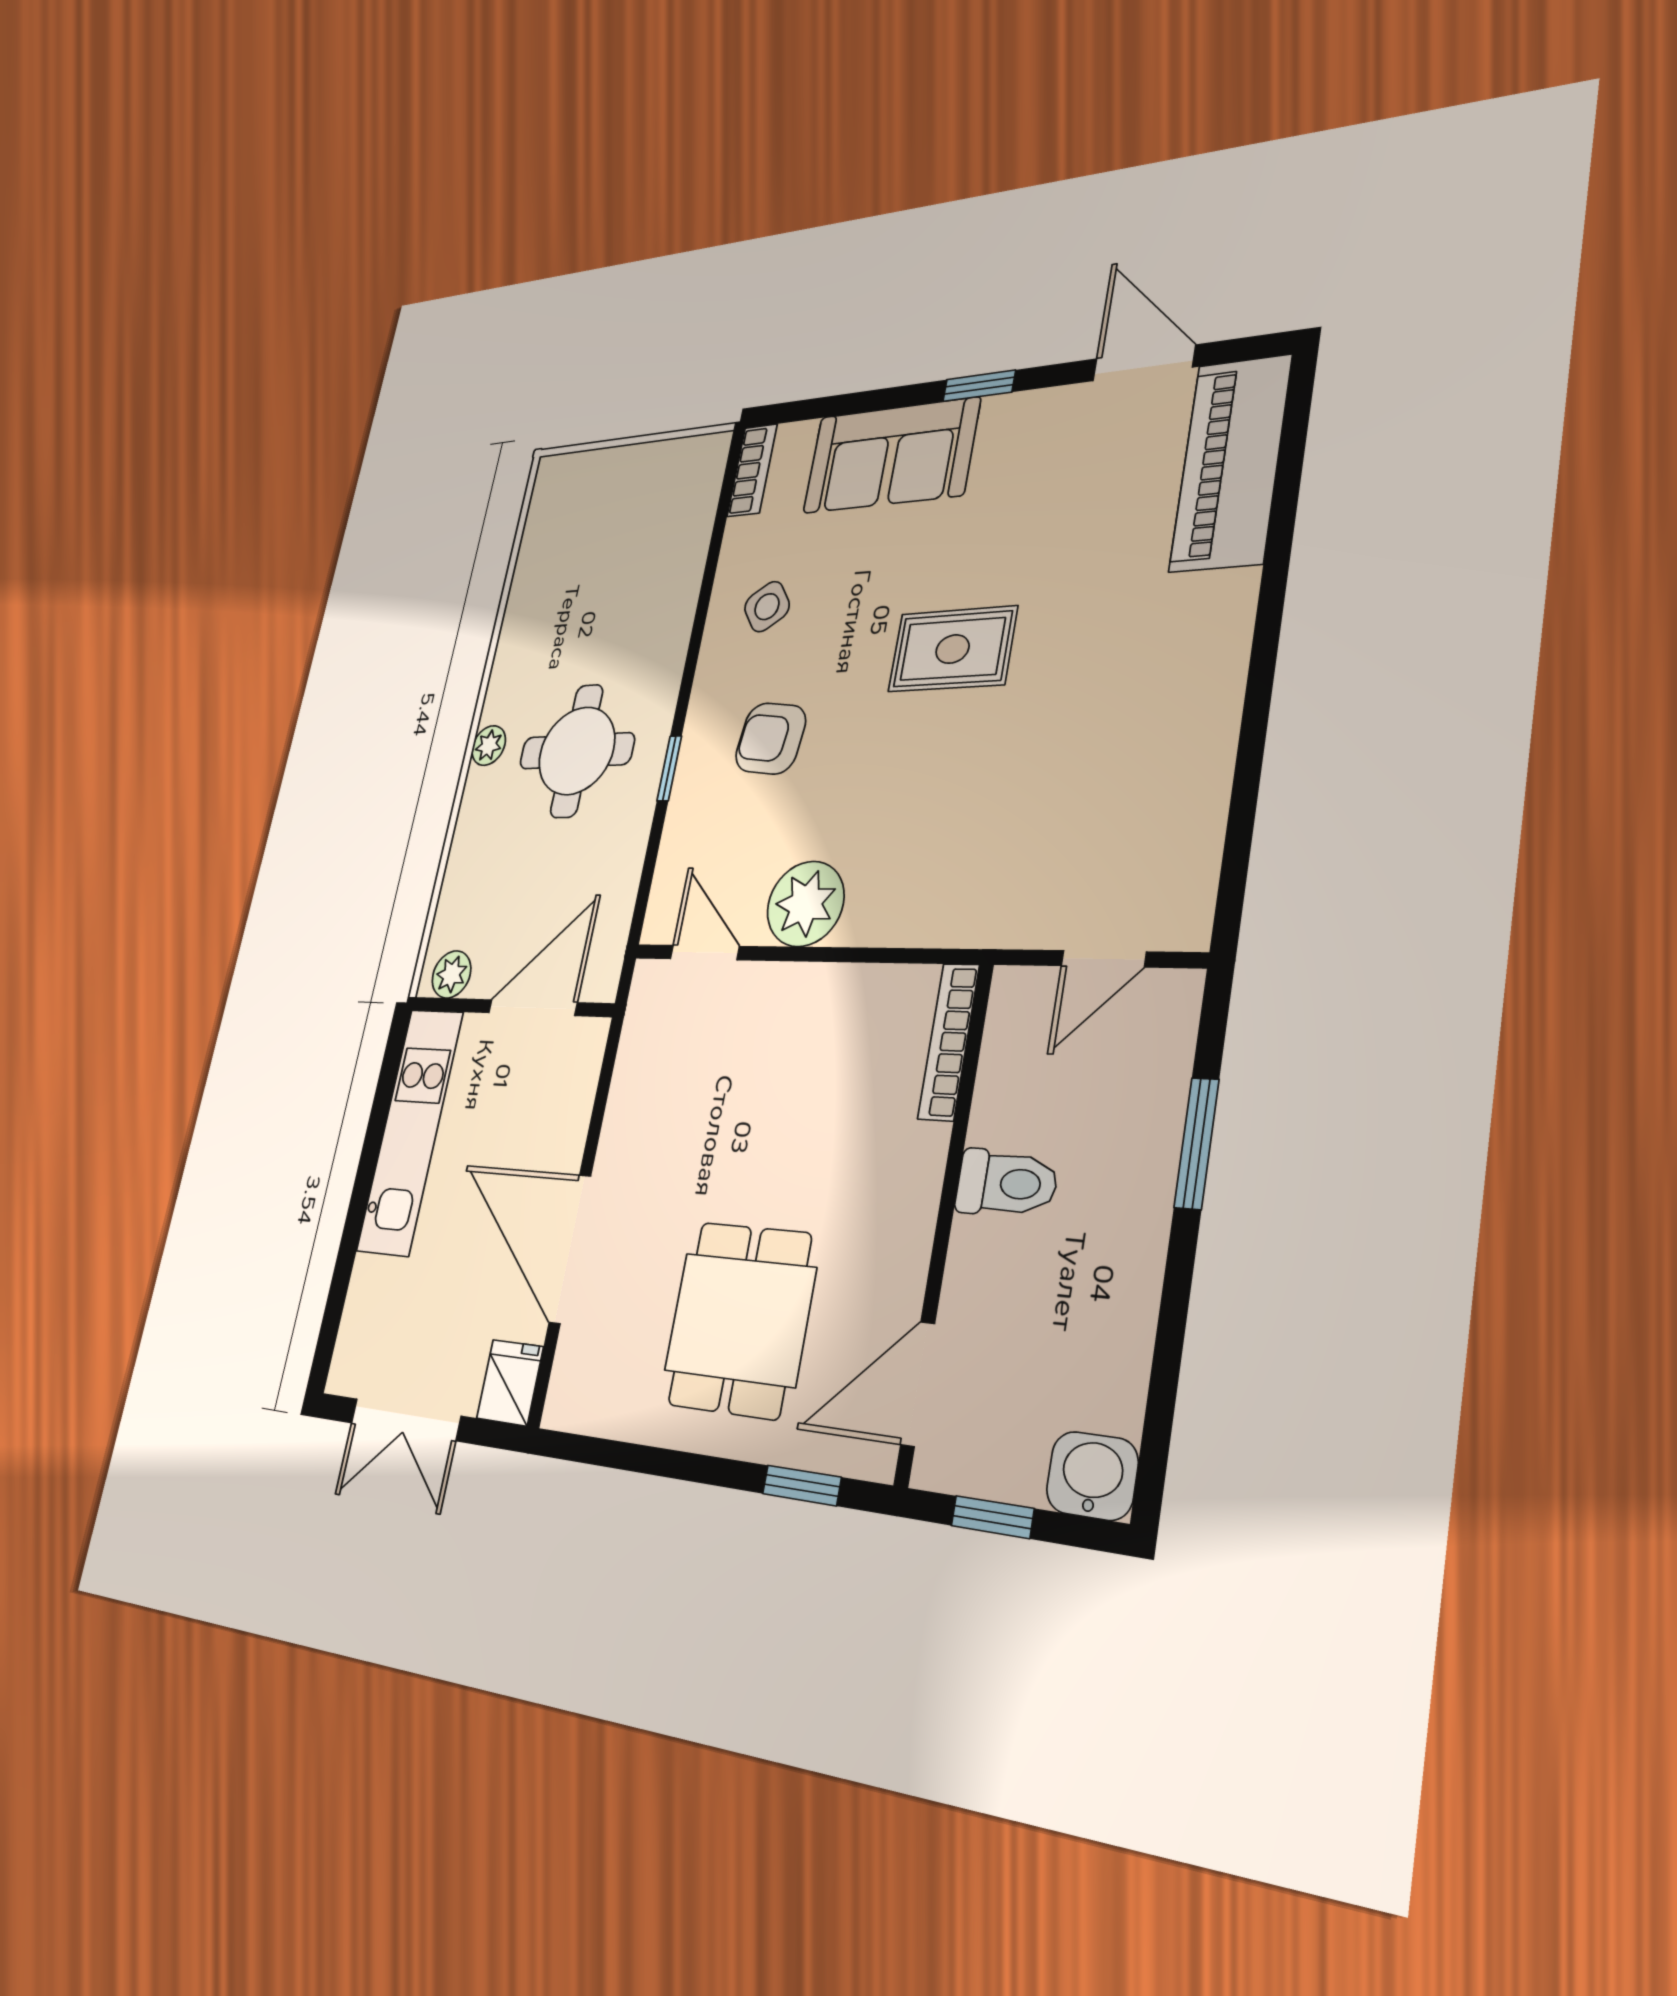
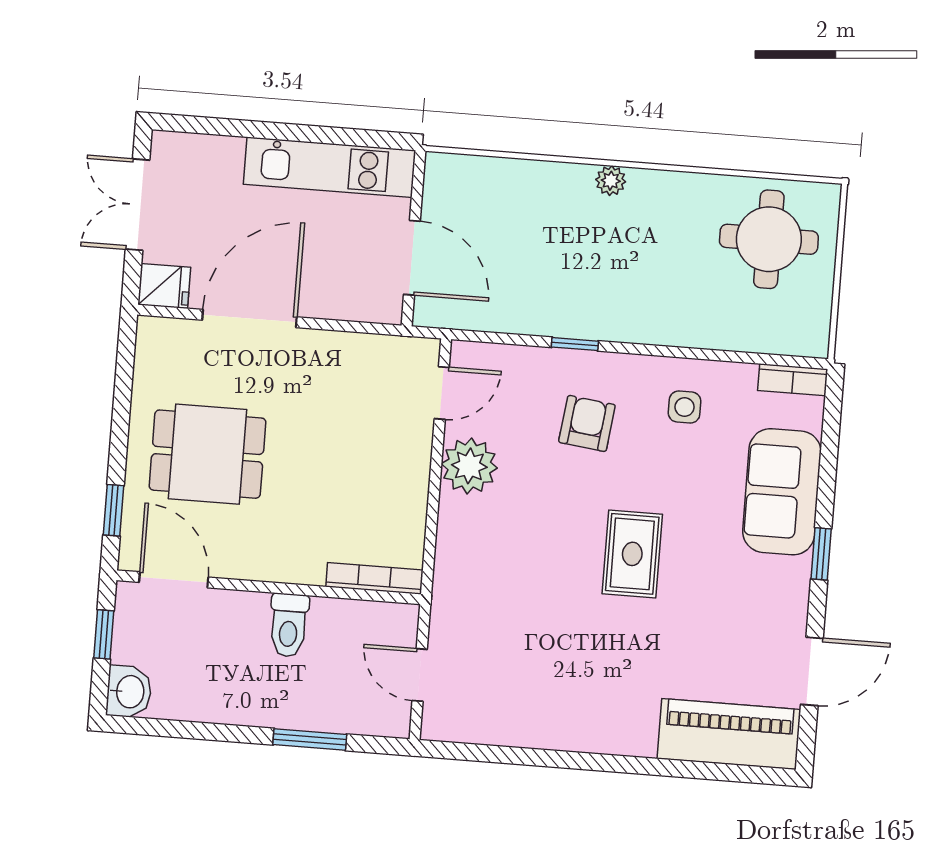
side table: (767, 607) -> (685, 407), turned 34
round table: (577, 751) -> (769, 239), moved
plant: (452, 974) -> (440, 181), removed

